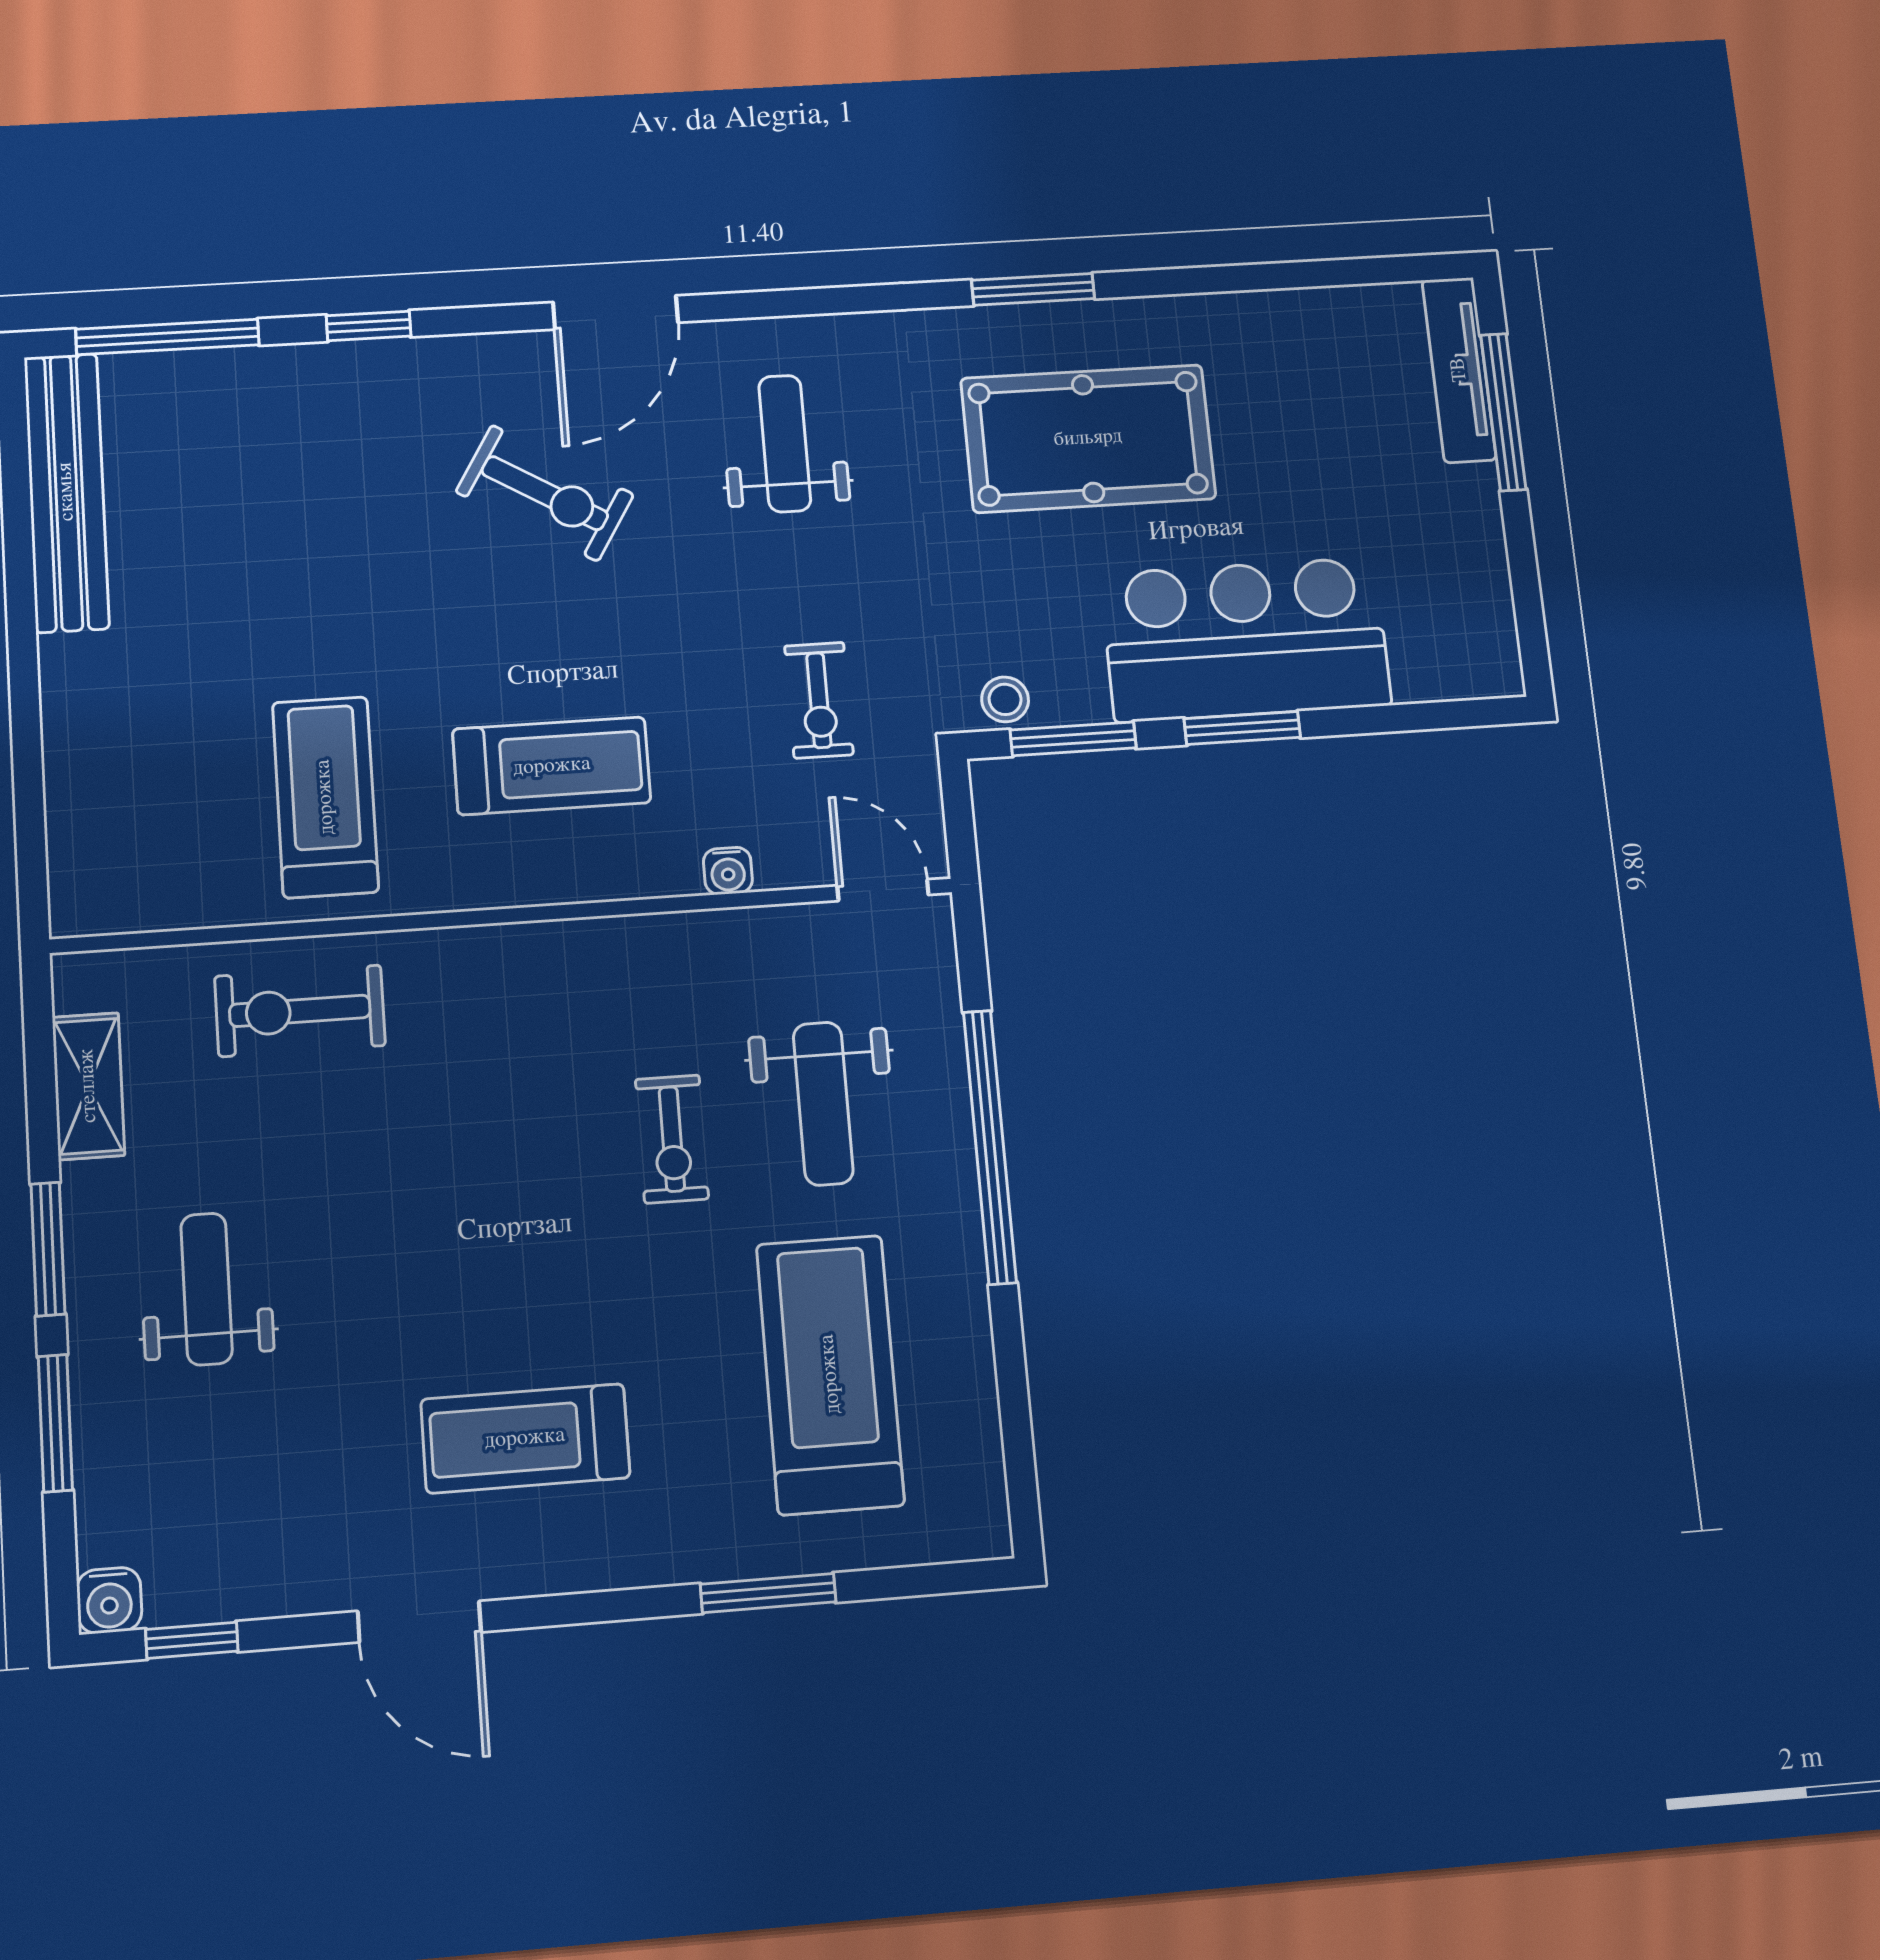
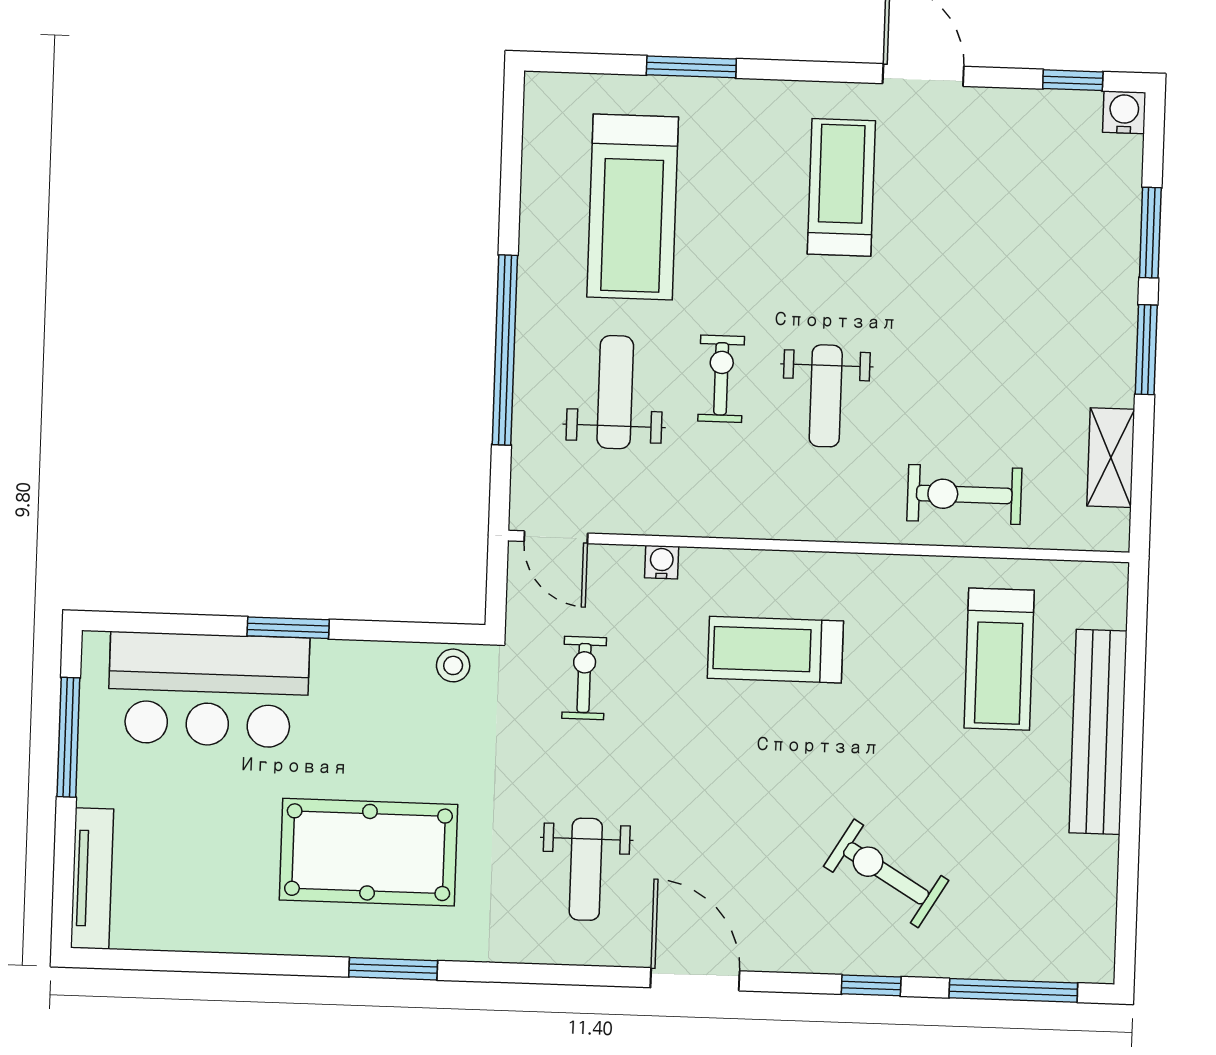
door: (616, 312) -> (695, 979), hinge flipped
window: (1503, 412) -> (68, 737), moved
bench: (66, 492) -> (1098, 732), moved
exercise bike: (545, 493) -> (886, 873), moved
bar counter: (1246, 639) -> (208, 690), moved
window: (1073, 739) -> (409, 632), removed
treadmill: (325, 797) -> (999, 659), moved
exercise bike: (300, 1011) -> (964, 495), turned 180
weight bench: (207, 1289) -> (826, 396), moved
treadmill: (525, 1438) -> (841, 187), turned -90

